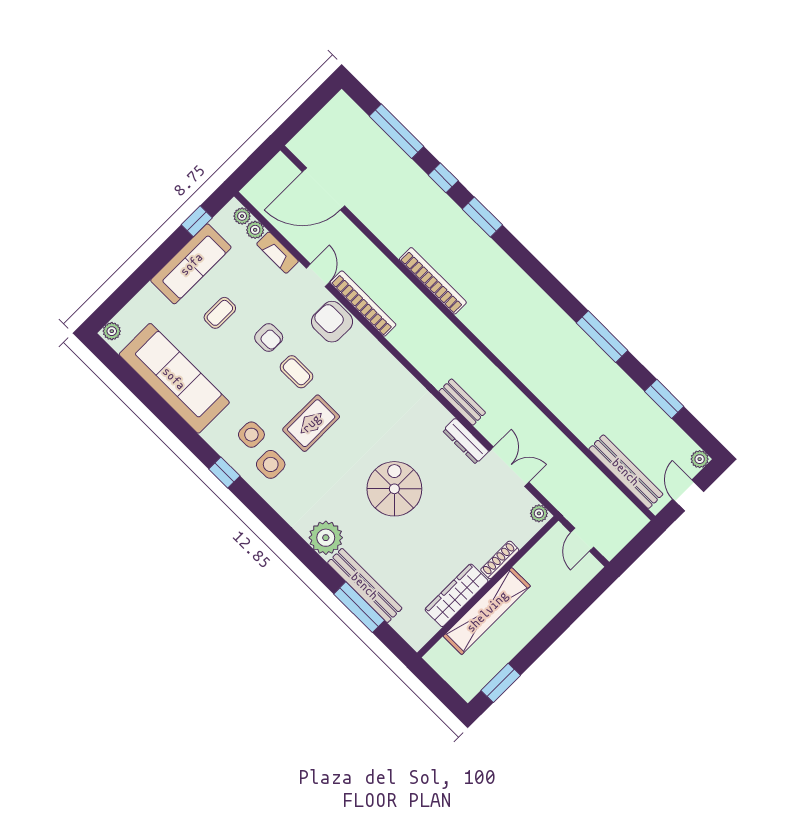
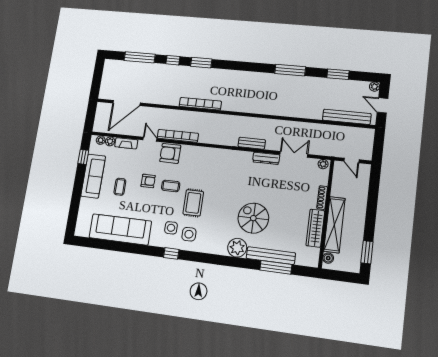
plant: (112, 331) -> (79, 230), removed
spiral stairs: (394, 489) -> (253, 218), moved
boiler: (442, 650) -> (328, 258), added

